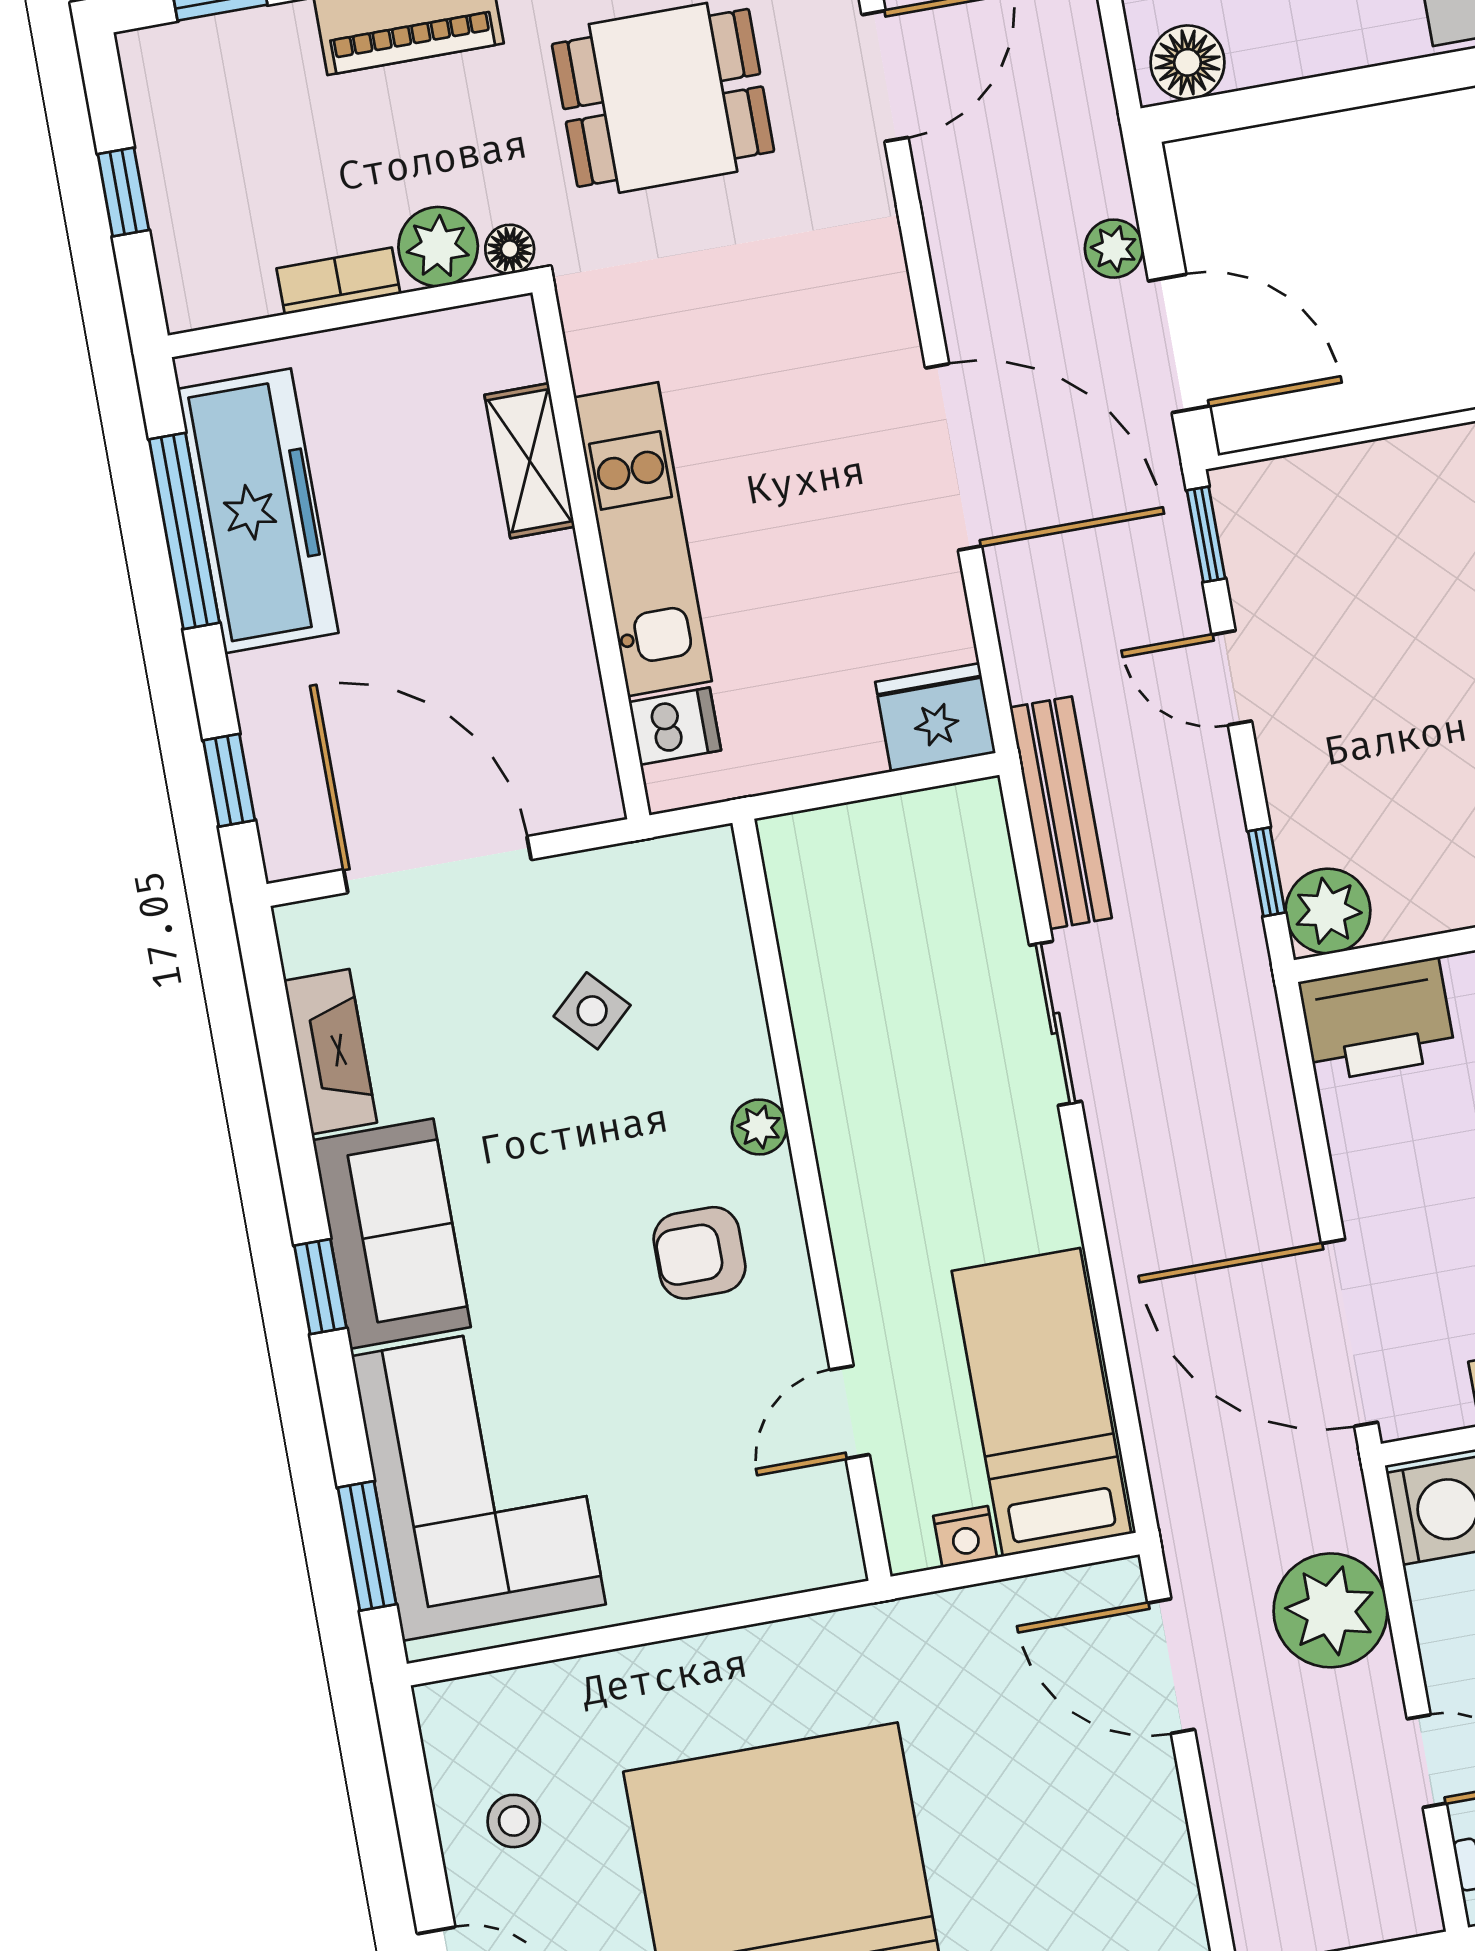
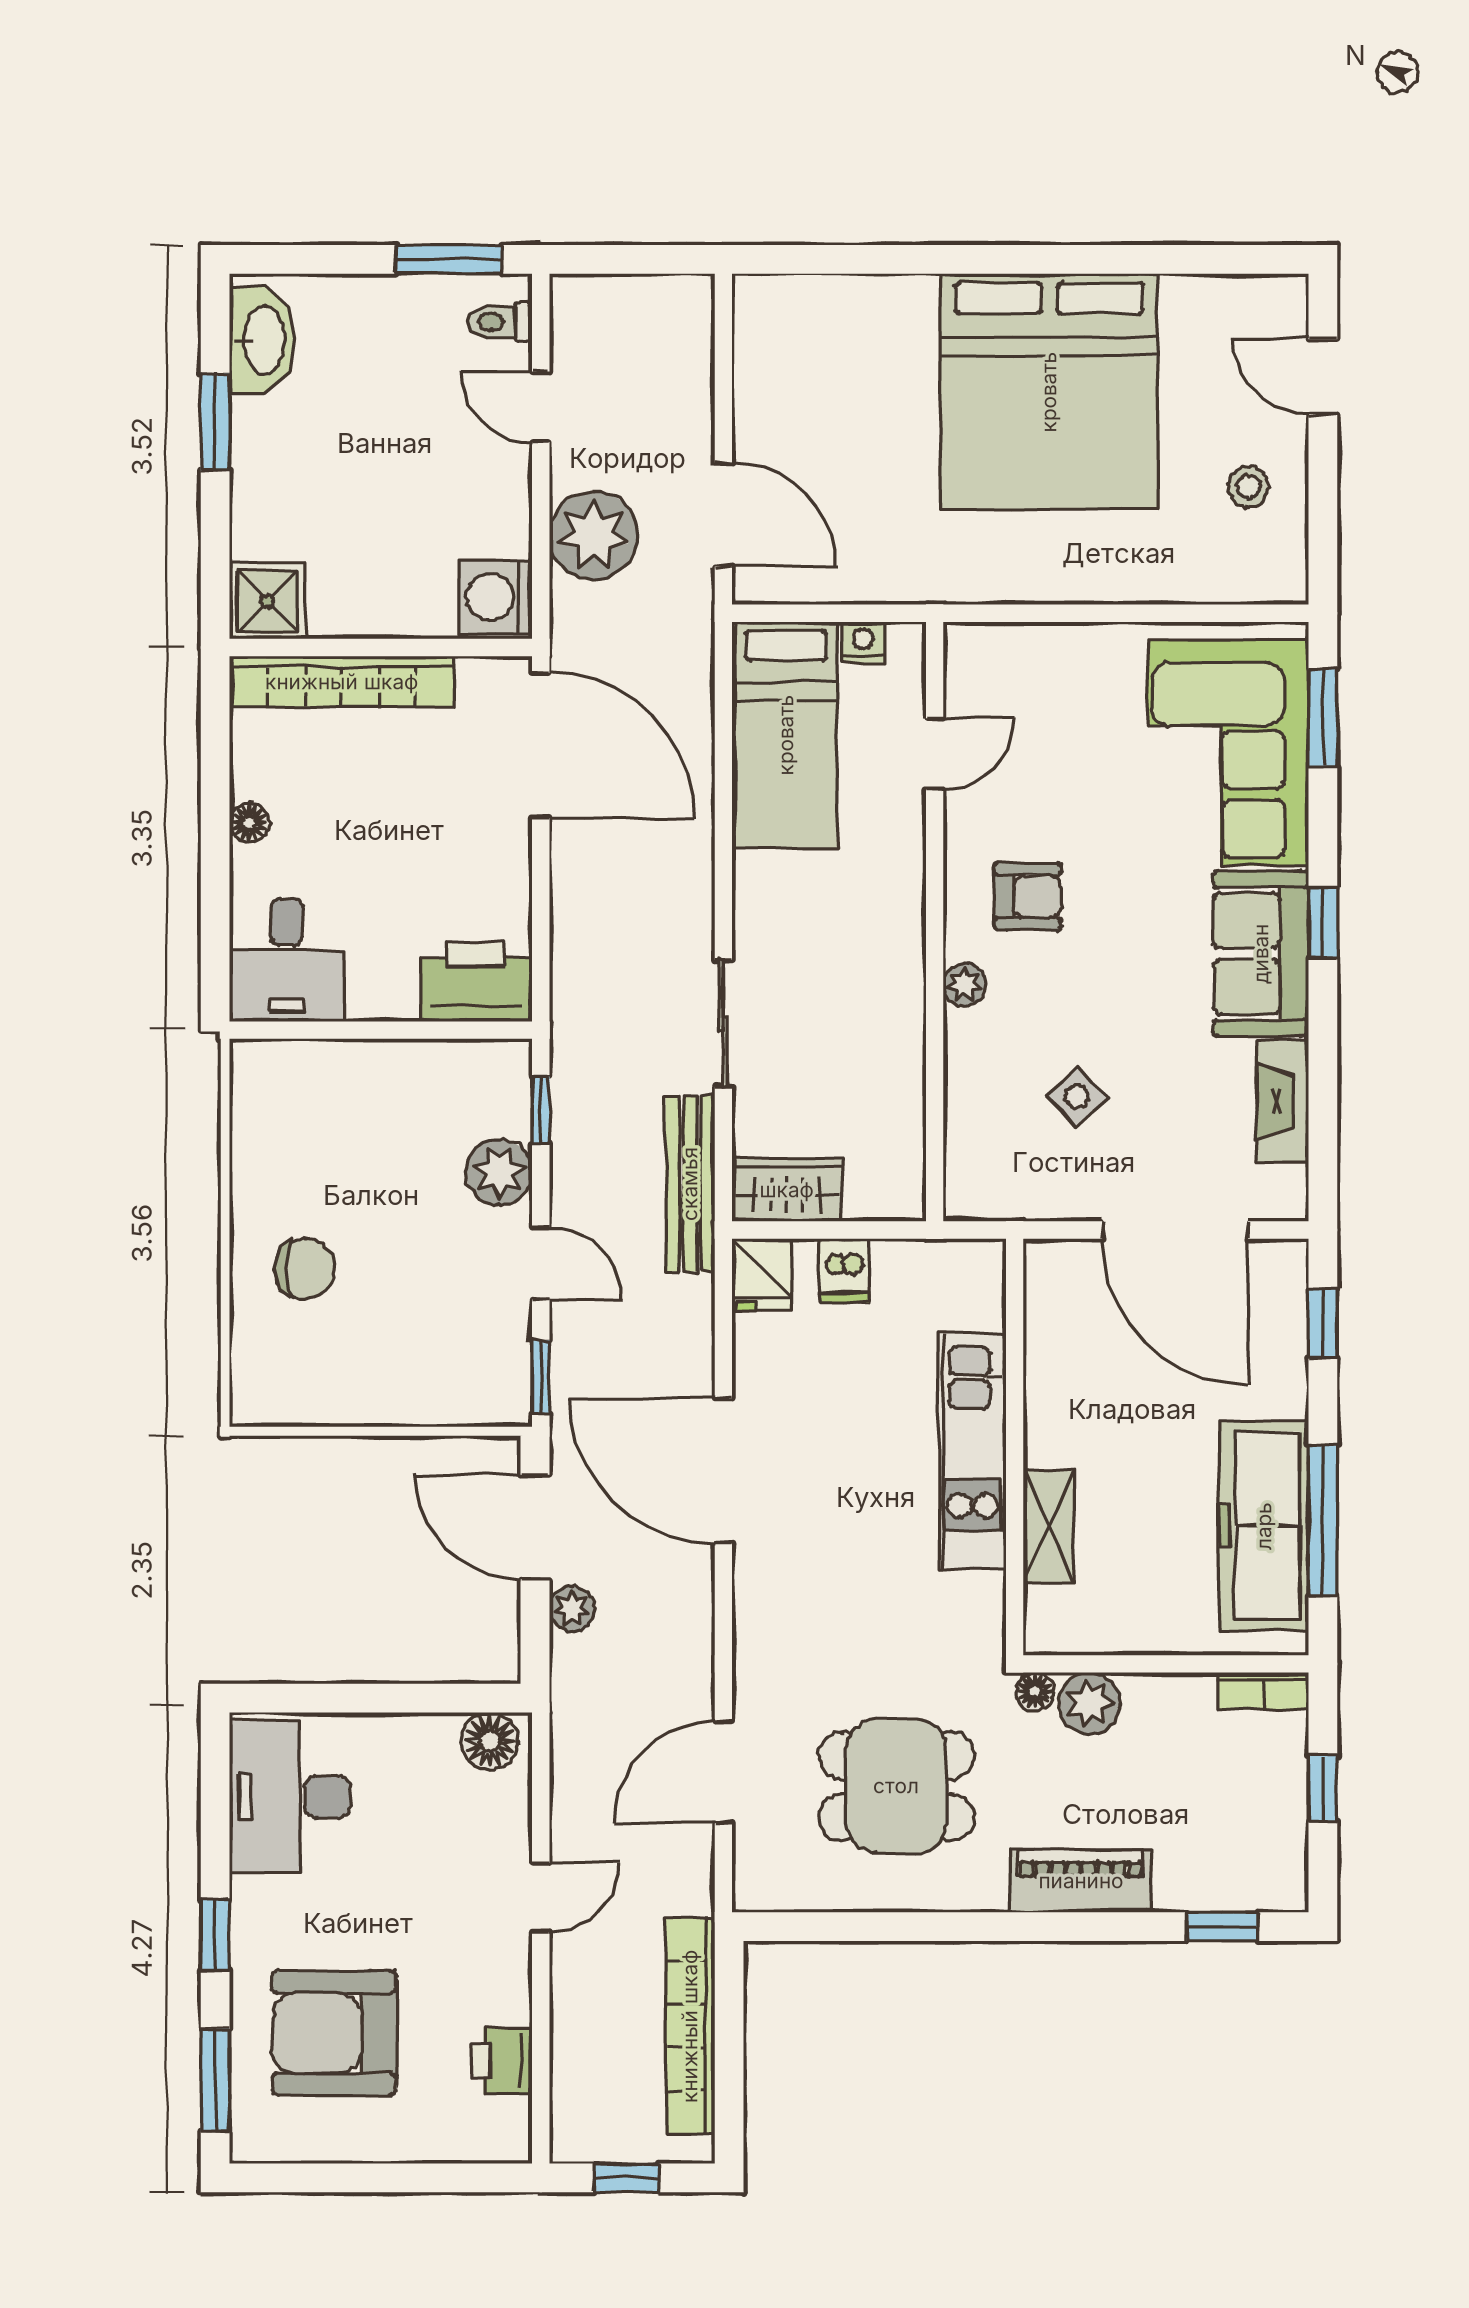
bookcase: (338, 281) -> (1263, 1691), moved
fridge: (935, 717) -> (762, 1274), width x0.72
dishwasher: (675, 726) -> (844, 1271), moved, turned -90
wardrobe: (937, 828) -> (787, 1190), added
plant: (1328, 911) -> (499, 1172), moved

